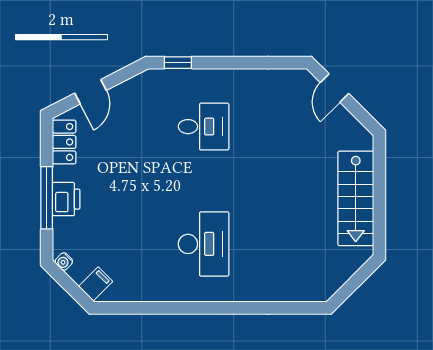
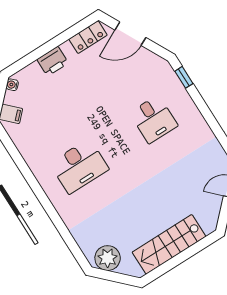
door: (91, 92) -> (130, 34), width x1.38
window: (47, 198) -> (46, 48), removed
plant: (327, 278) -> (108, 258), added

